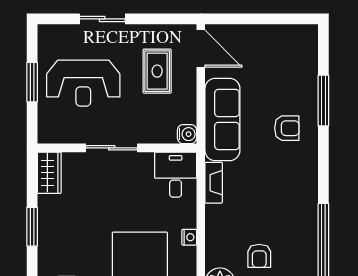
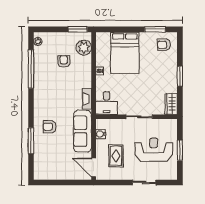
water cooler: (187, 134) -> (101, 134), moved

